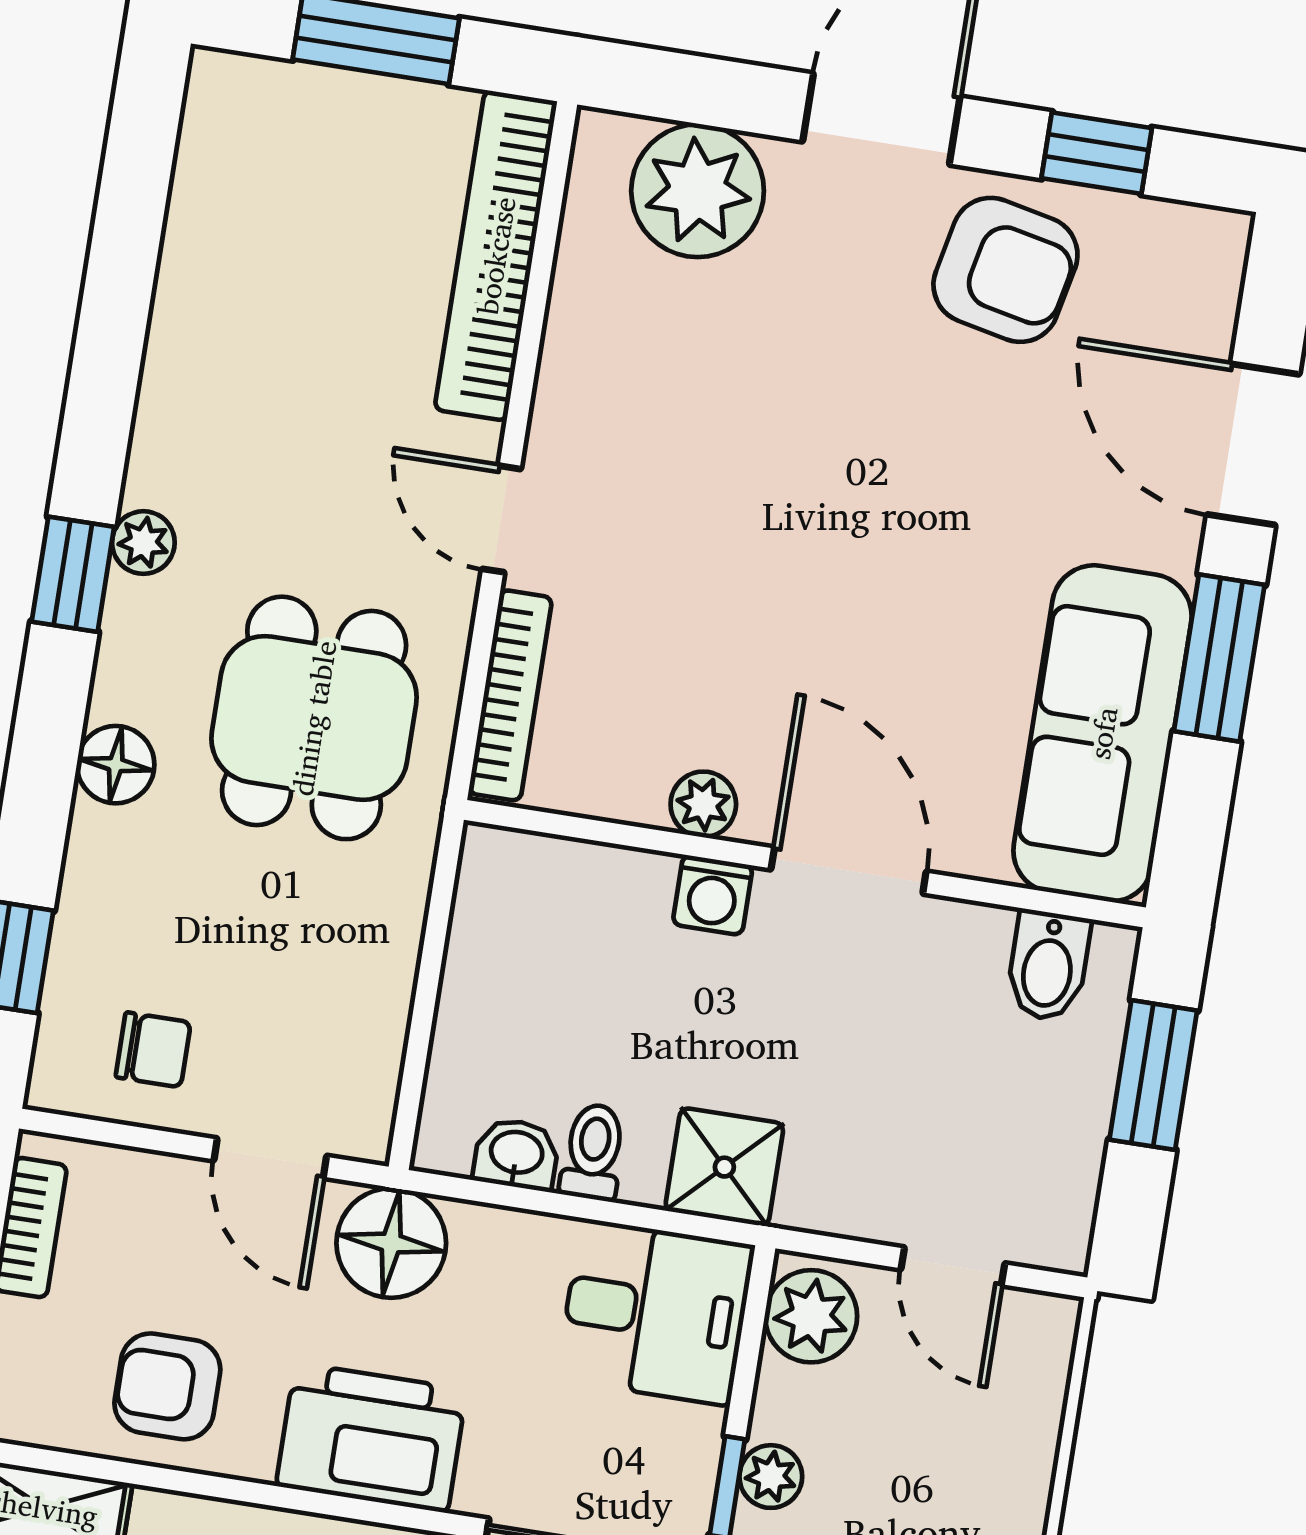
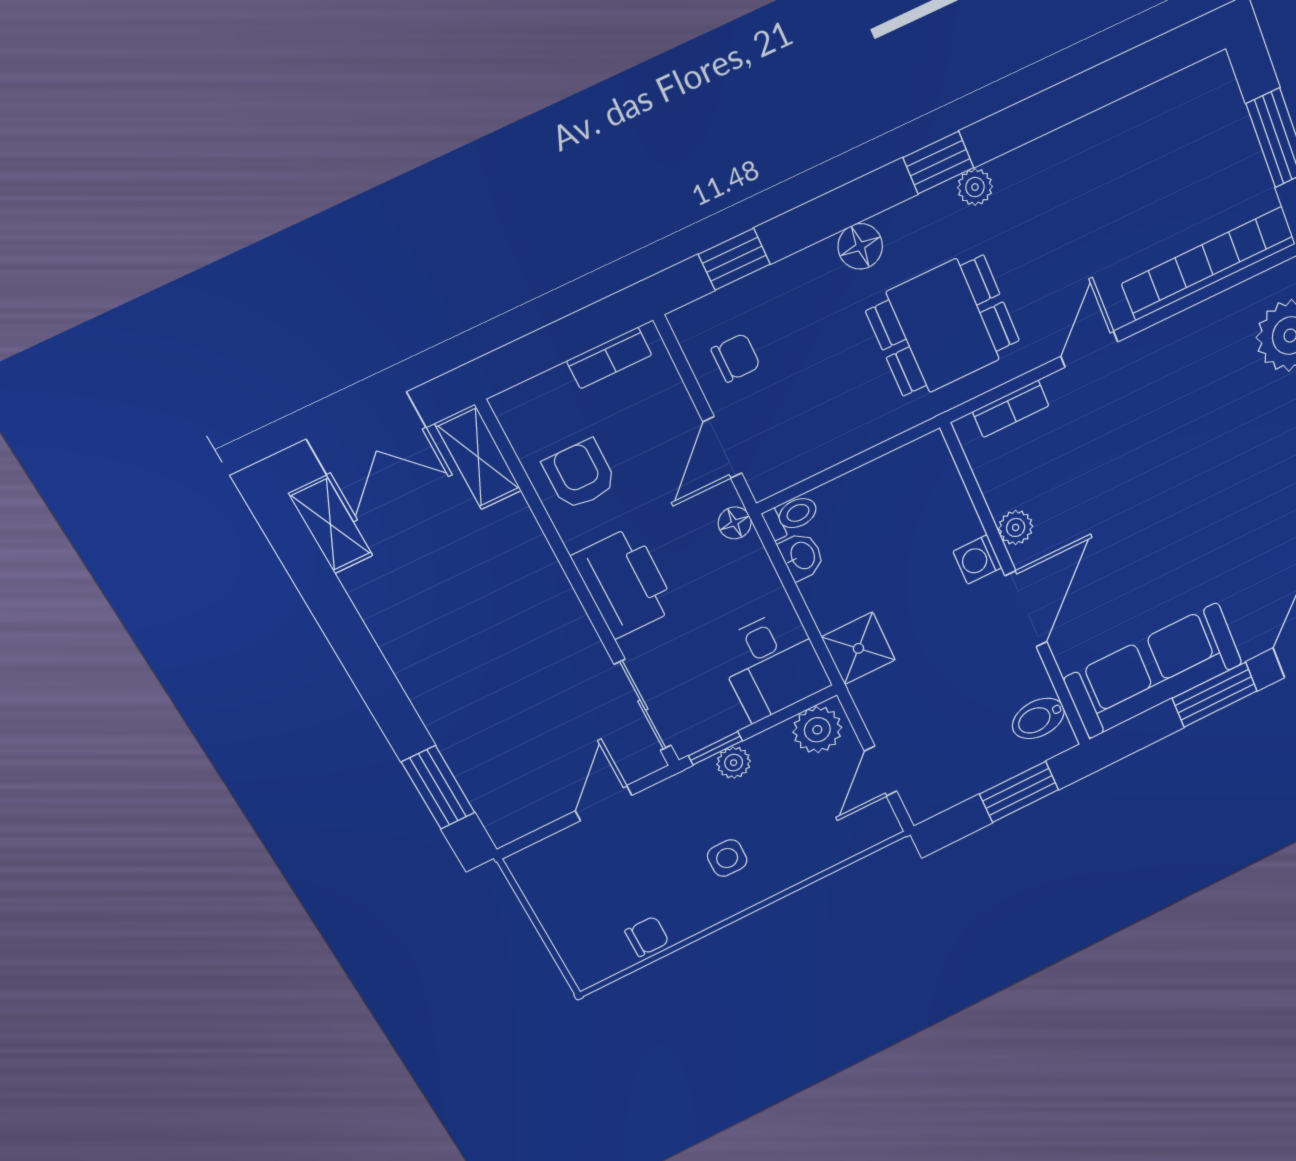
bookcase: (510, 695) -> (1011, 409), width x0.64
chair: (153, 1050) -> (736, 358), turned -90
toilet: (593, 1152) -> (791, 516), moved
floor lamp: (391, 1243) -> (735, 523), width x0.53, depth x0.53

